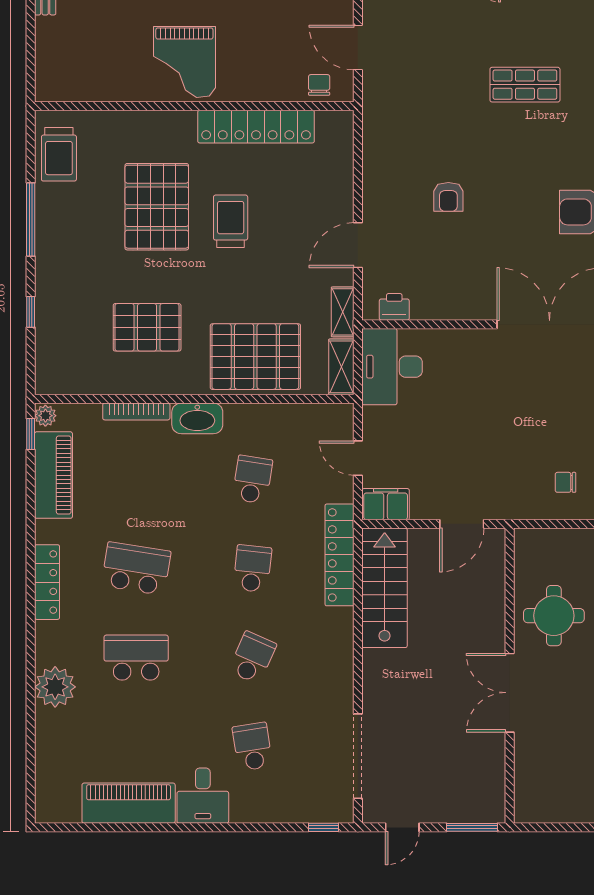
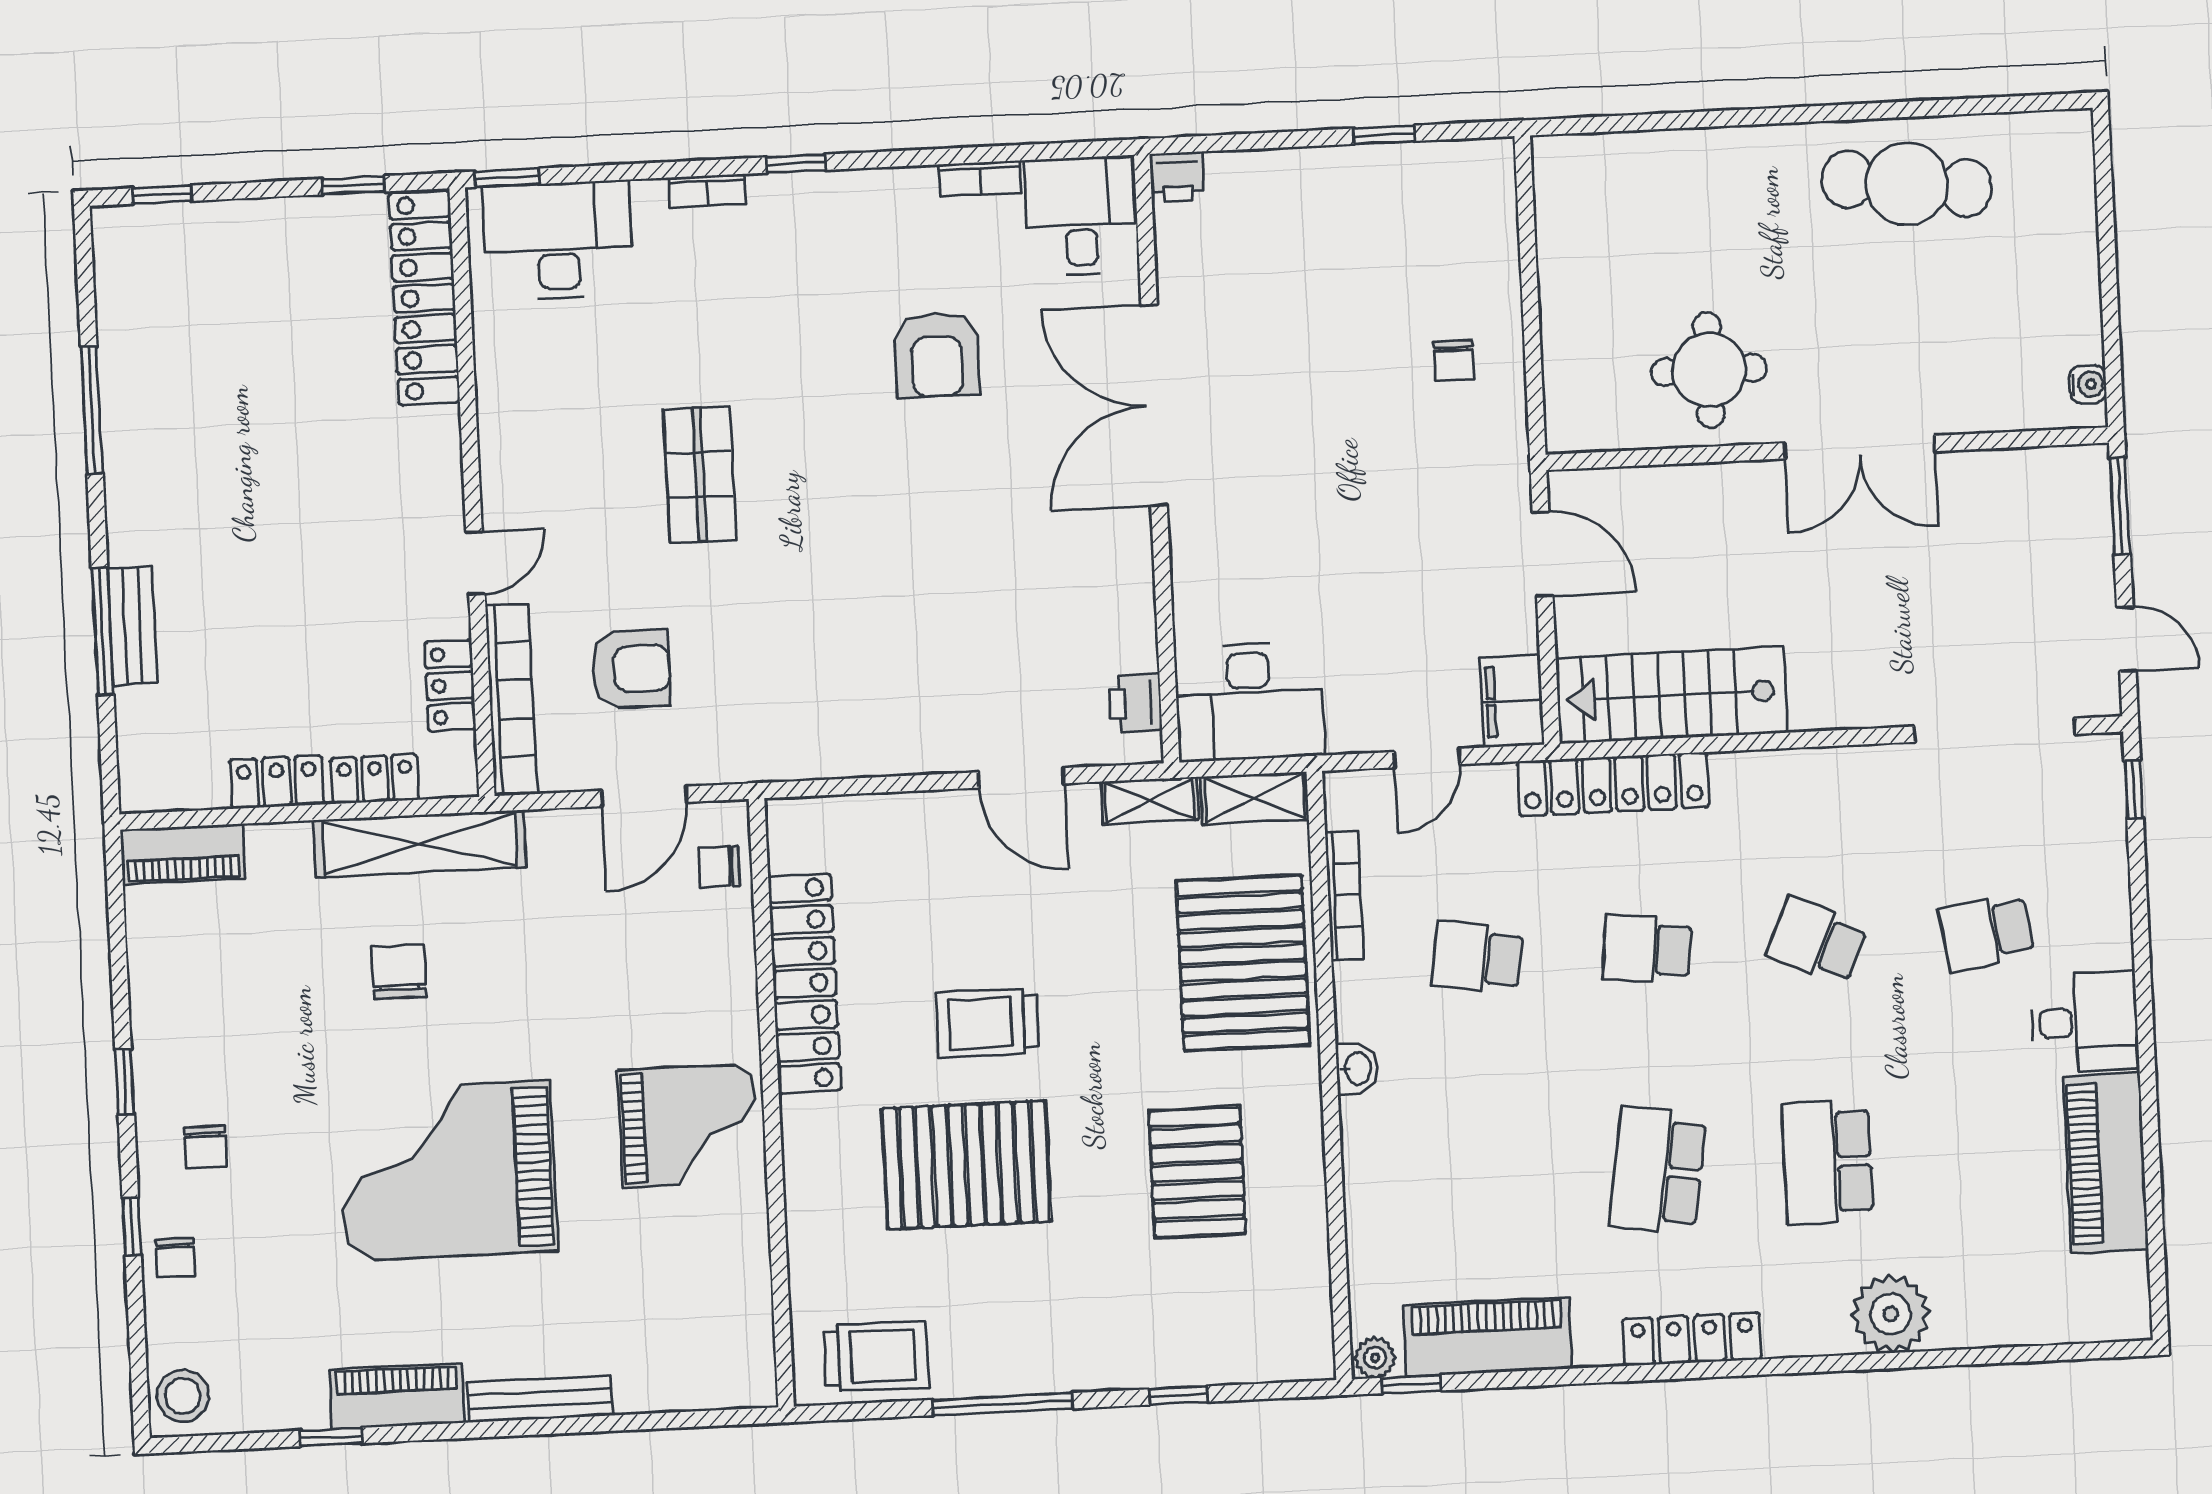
armchair: (448, 197) -> (631, 669), moved, width x1.38, depth x1.38
bookcase: (136, 411) -> (1344, 895), moved
washbasin: (197, 418) -> (1357, 1068), width x0.52, depth x0.69
water cooler: (537, 814) -> (2088, 384), added

